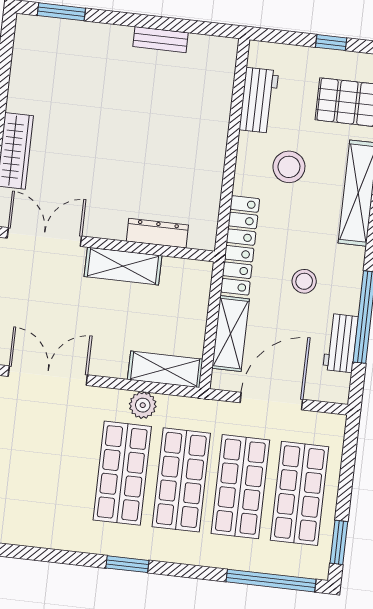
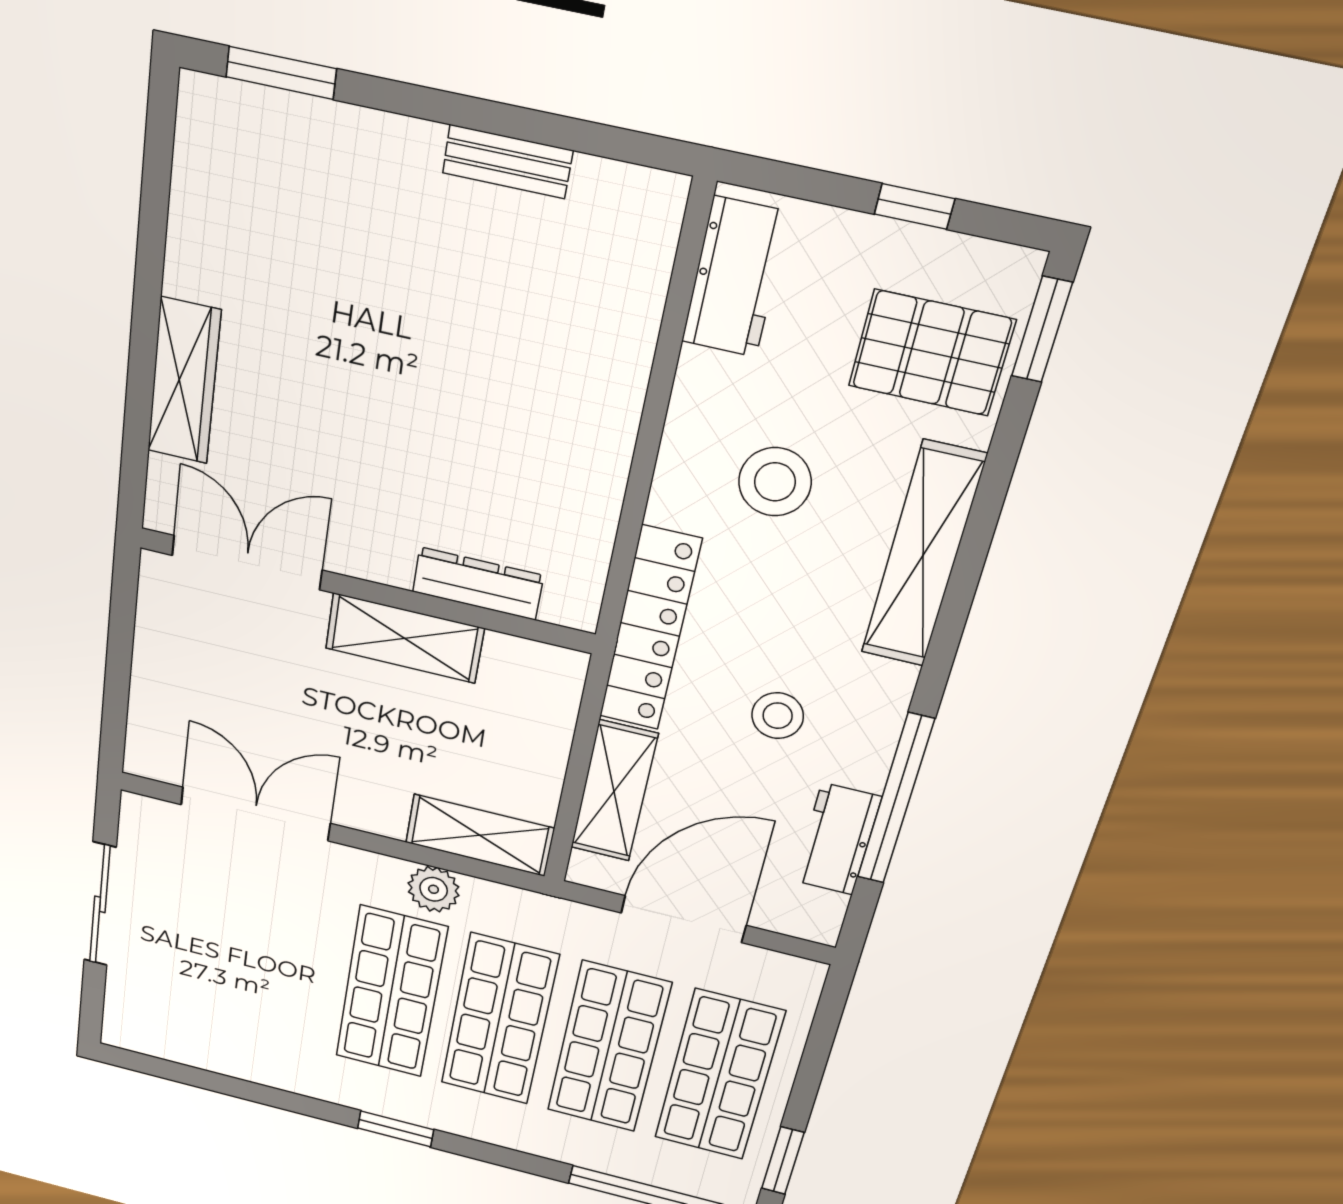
workbench: (259, 100) -> (735, 277), moved

